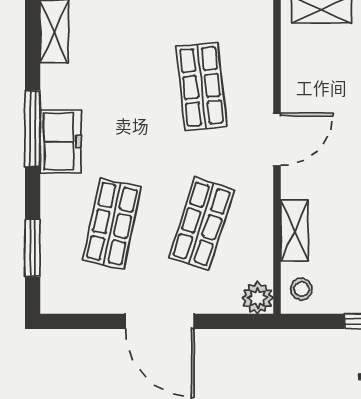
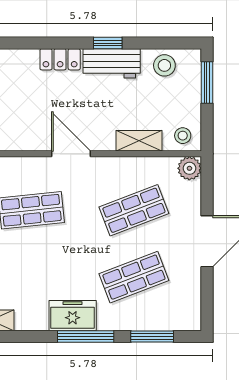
window: (33, 129) -> (86, 336), moved
shop shelf: (112, 224) -> (134, 277), turned -33
shop shelf: (201, 224) -> (134, 210), turned -39

